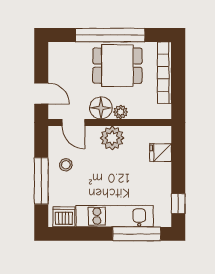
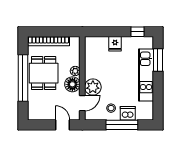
door: (41, 93) -> (63, 125), hinge flipped
plant: (112, 138) -> (93, 87), moved
fridge: (161, 153) -> (115, 44), moved
dishwasher: (64, 217) -> (128, 113), moved, turned 90
window: (137, 234) -> (158, 60), width x0.69

